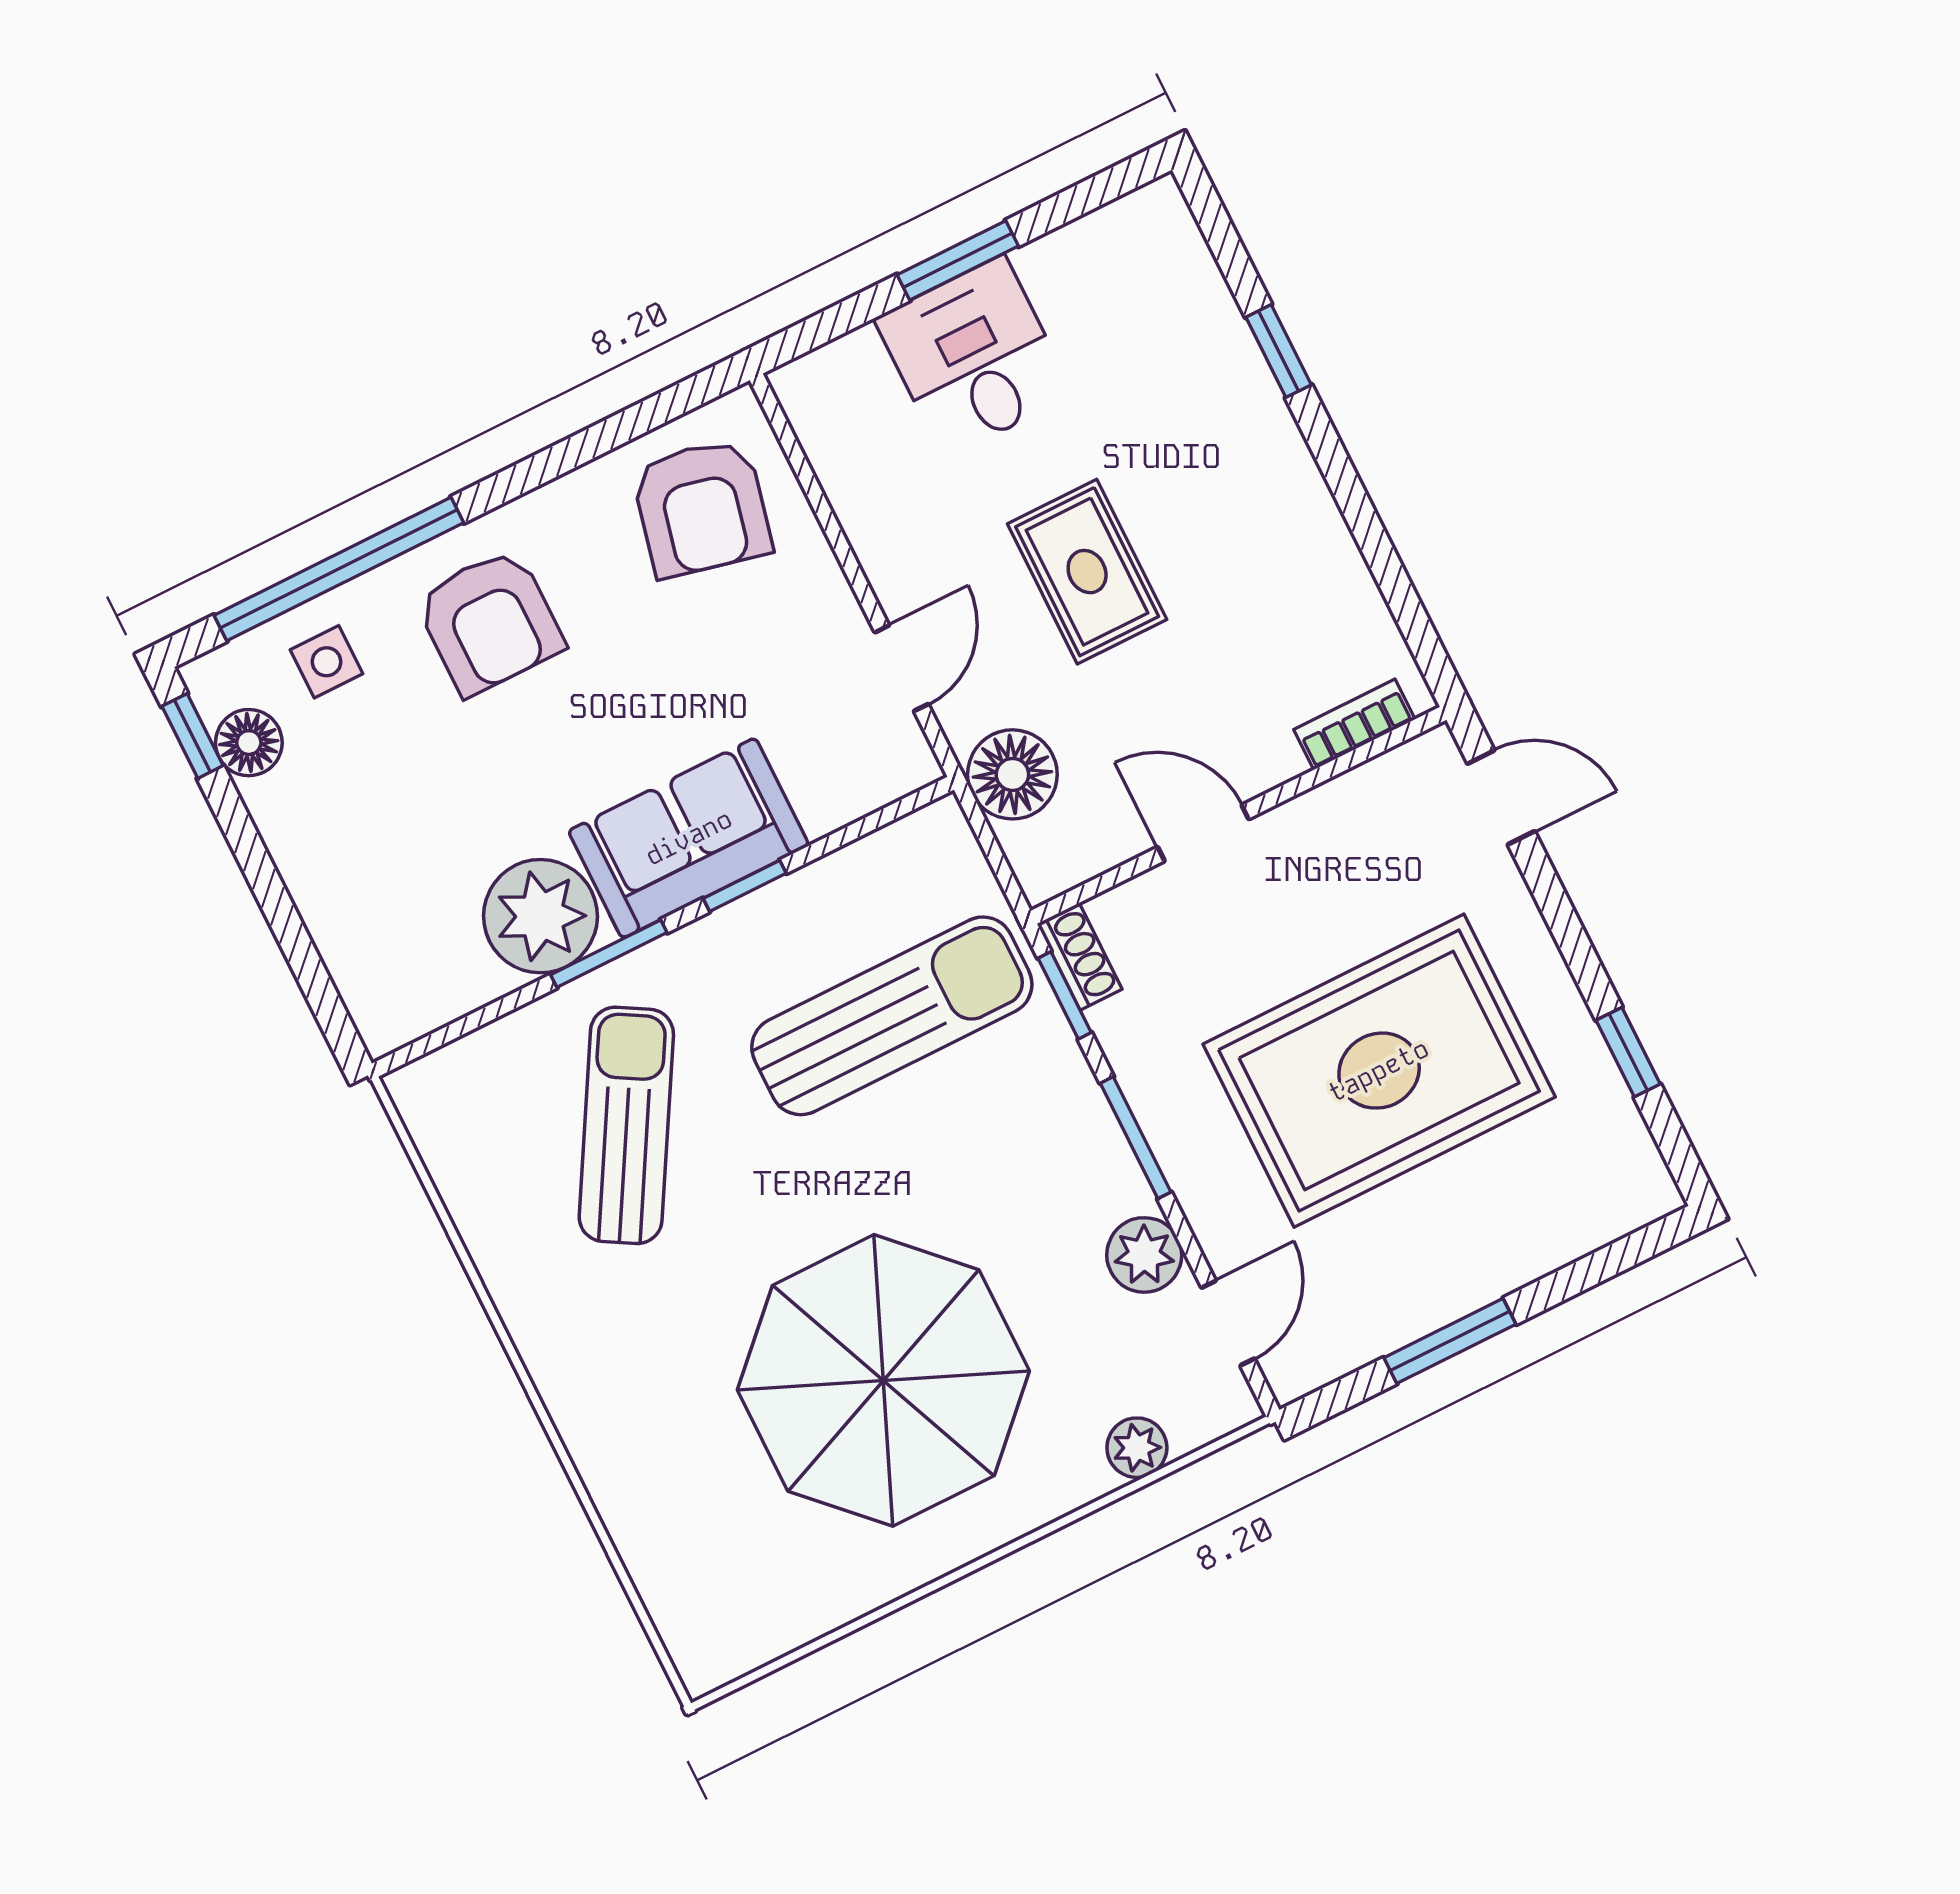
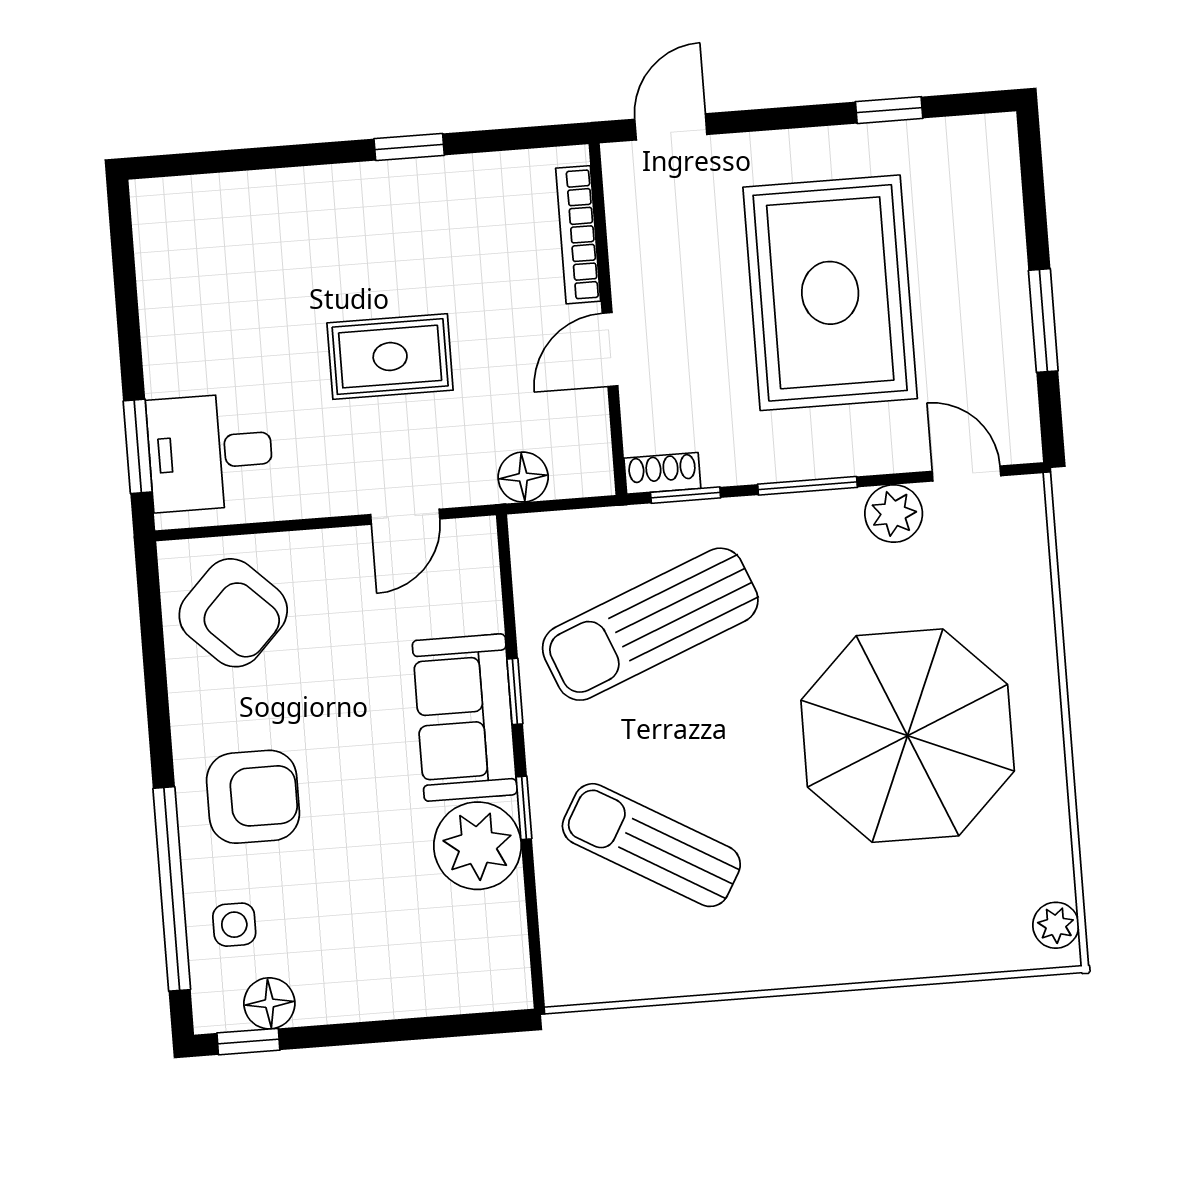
window: (958, 260) -> (138, 446), moved
window: (1279, 351) -> (409, 147), moved
desk: (974, 357) -> (210, 452), moved
armchair: (702, 508) -> (233, 613), turned 31
door: (902, 668) -> (405, 517), swing flipped
bookcase: (1354, 724) -> (578, 235), width x1.56
floor lamp: (1012, 774) -> (523, 477), width x0.73, depth x0.73
window: (609, 954) -> (524, 808), width x0.67
sun lounger: (892, 1016) -> (650, 624), turned -112
plant: (1137, 1448) -> (1056, 925), moved

